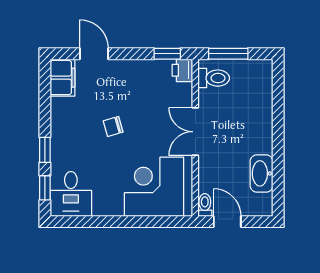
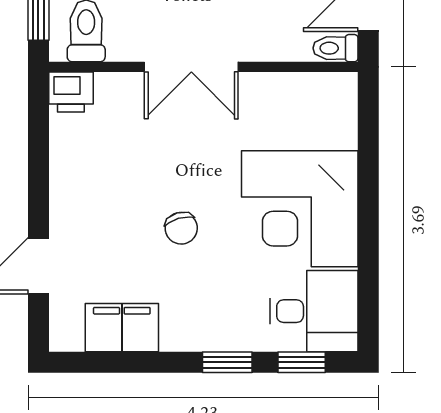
window: (167, 54) -> (38, 122), removed
filing cabinet: (62, 78) -> (122, 328), moved
corner desk: (154, 187) -> (300, 209), moved

